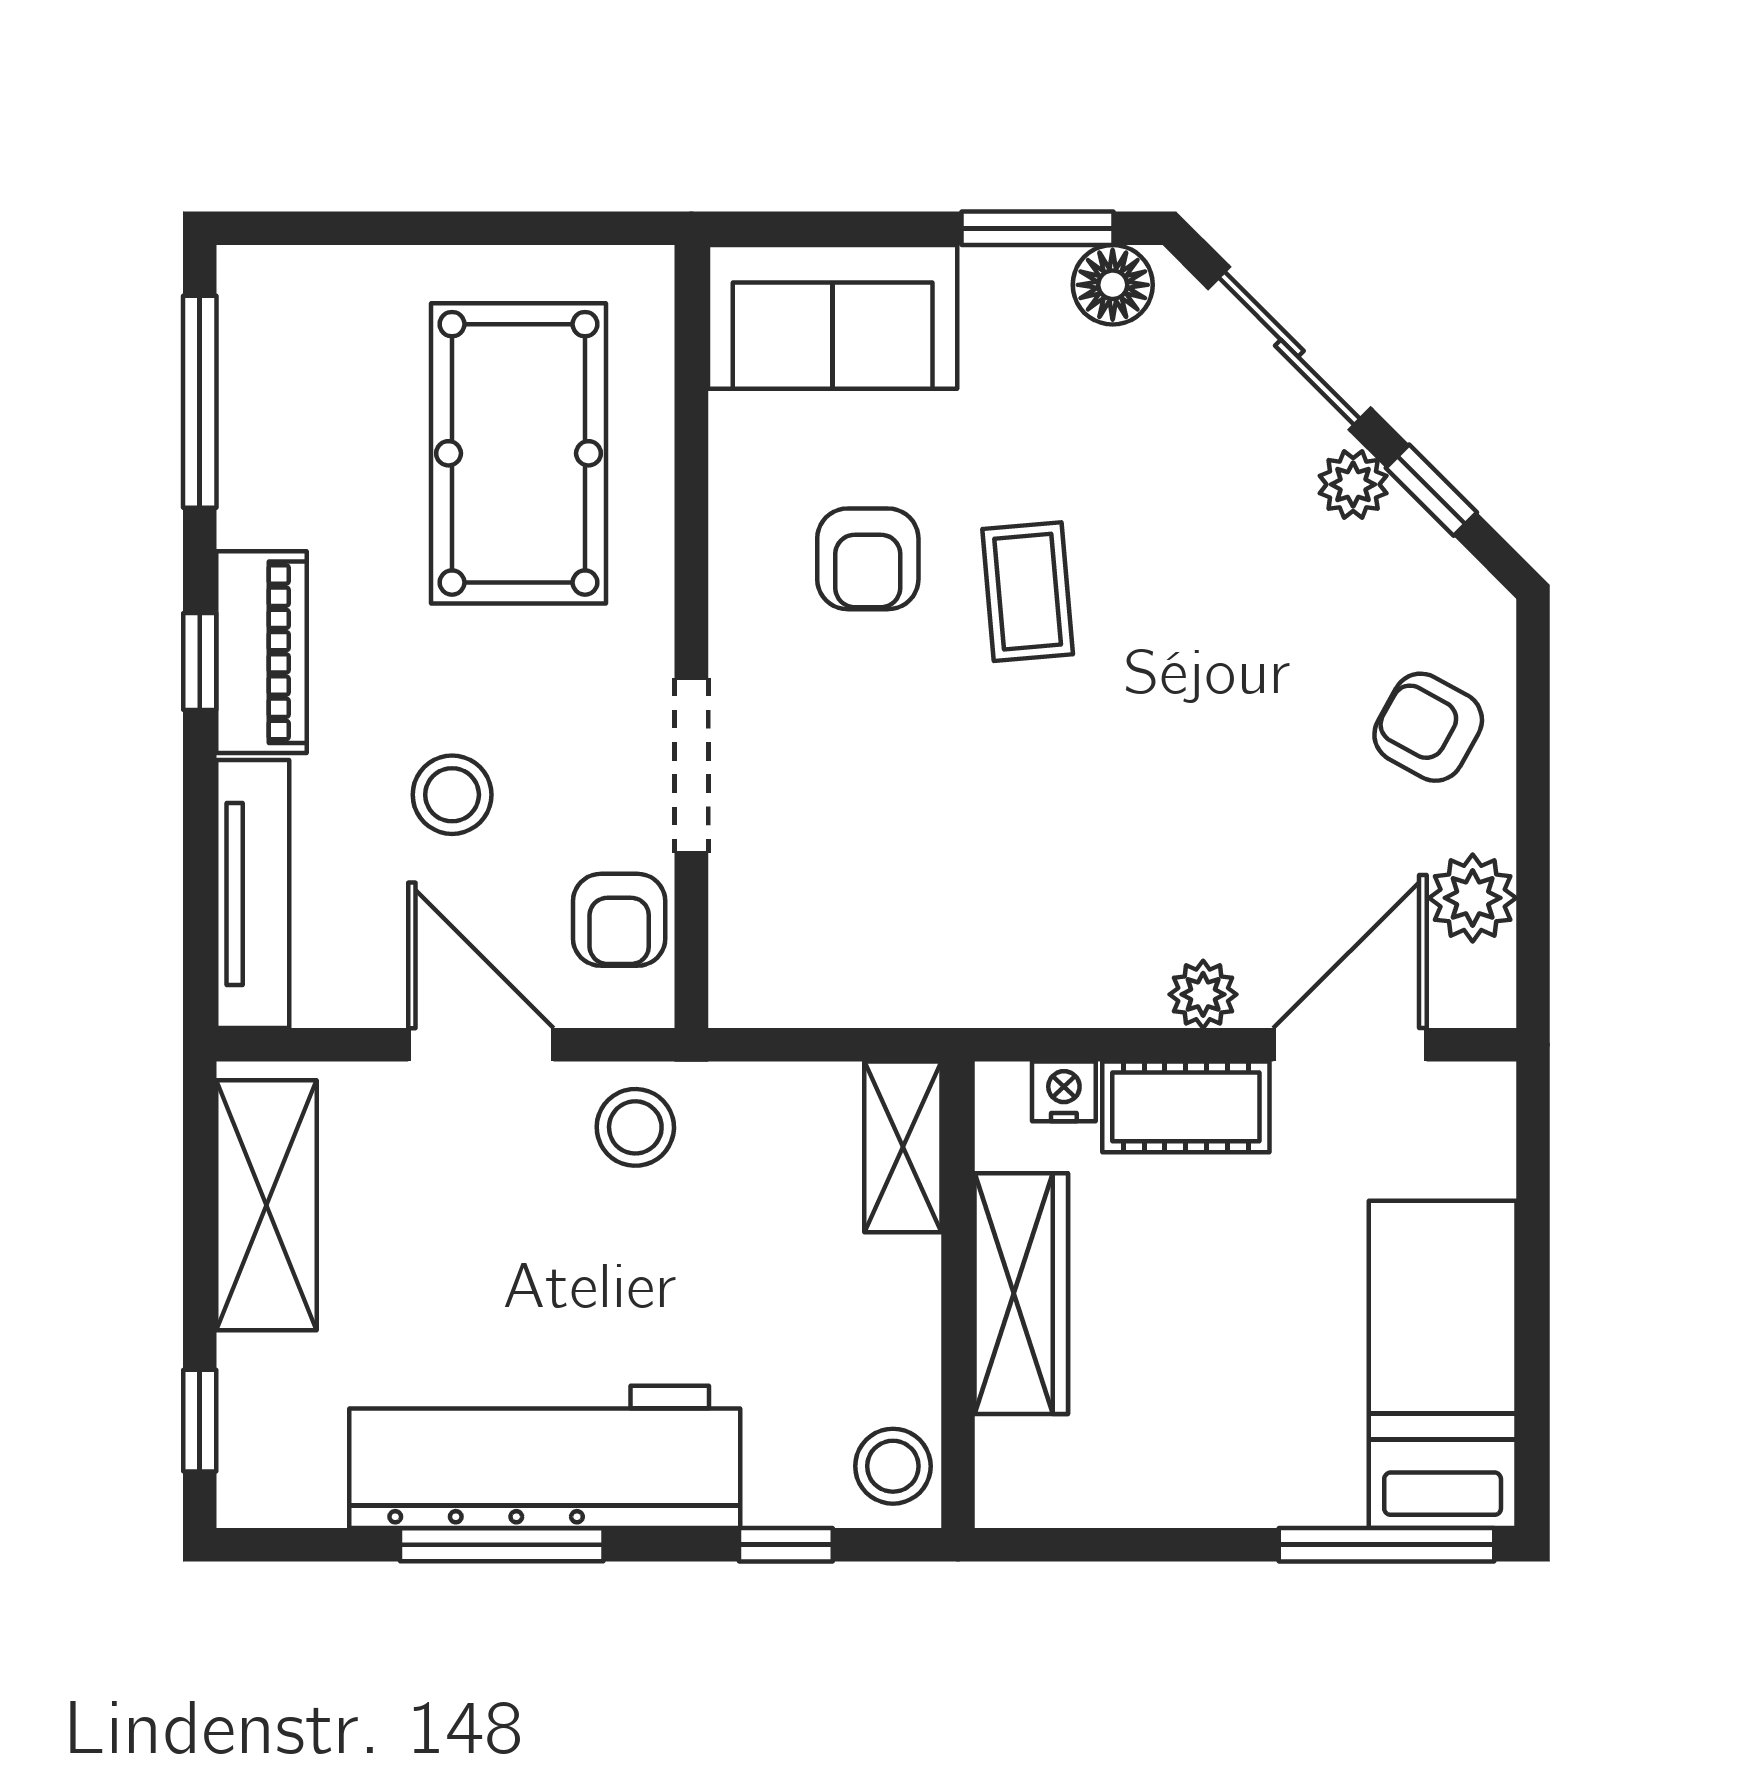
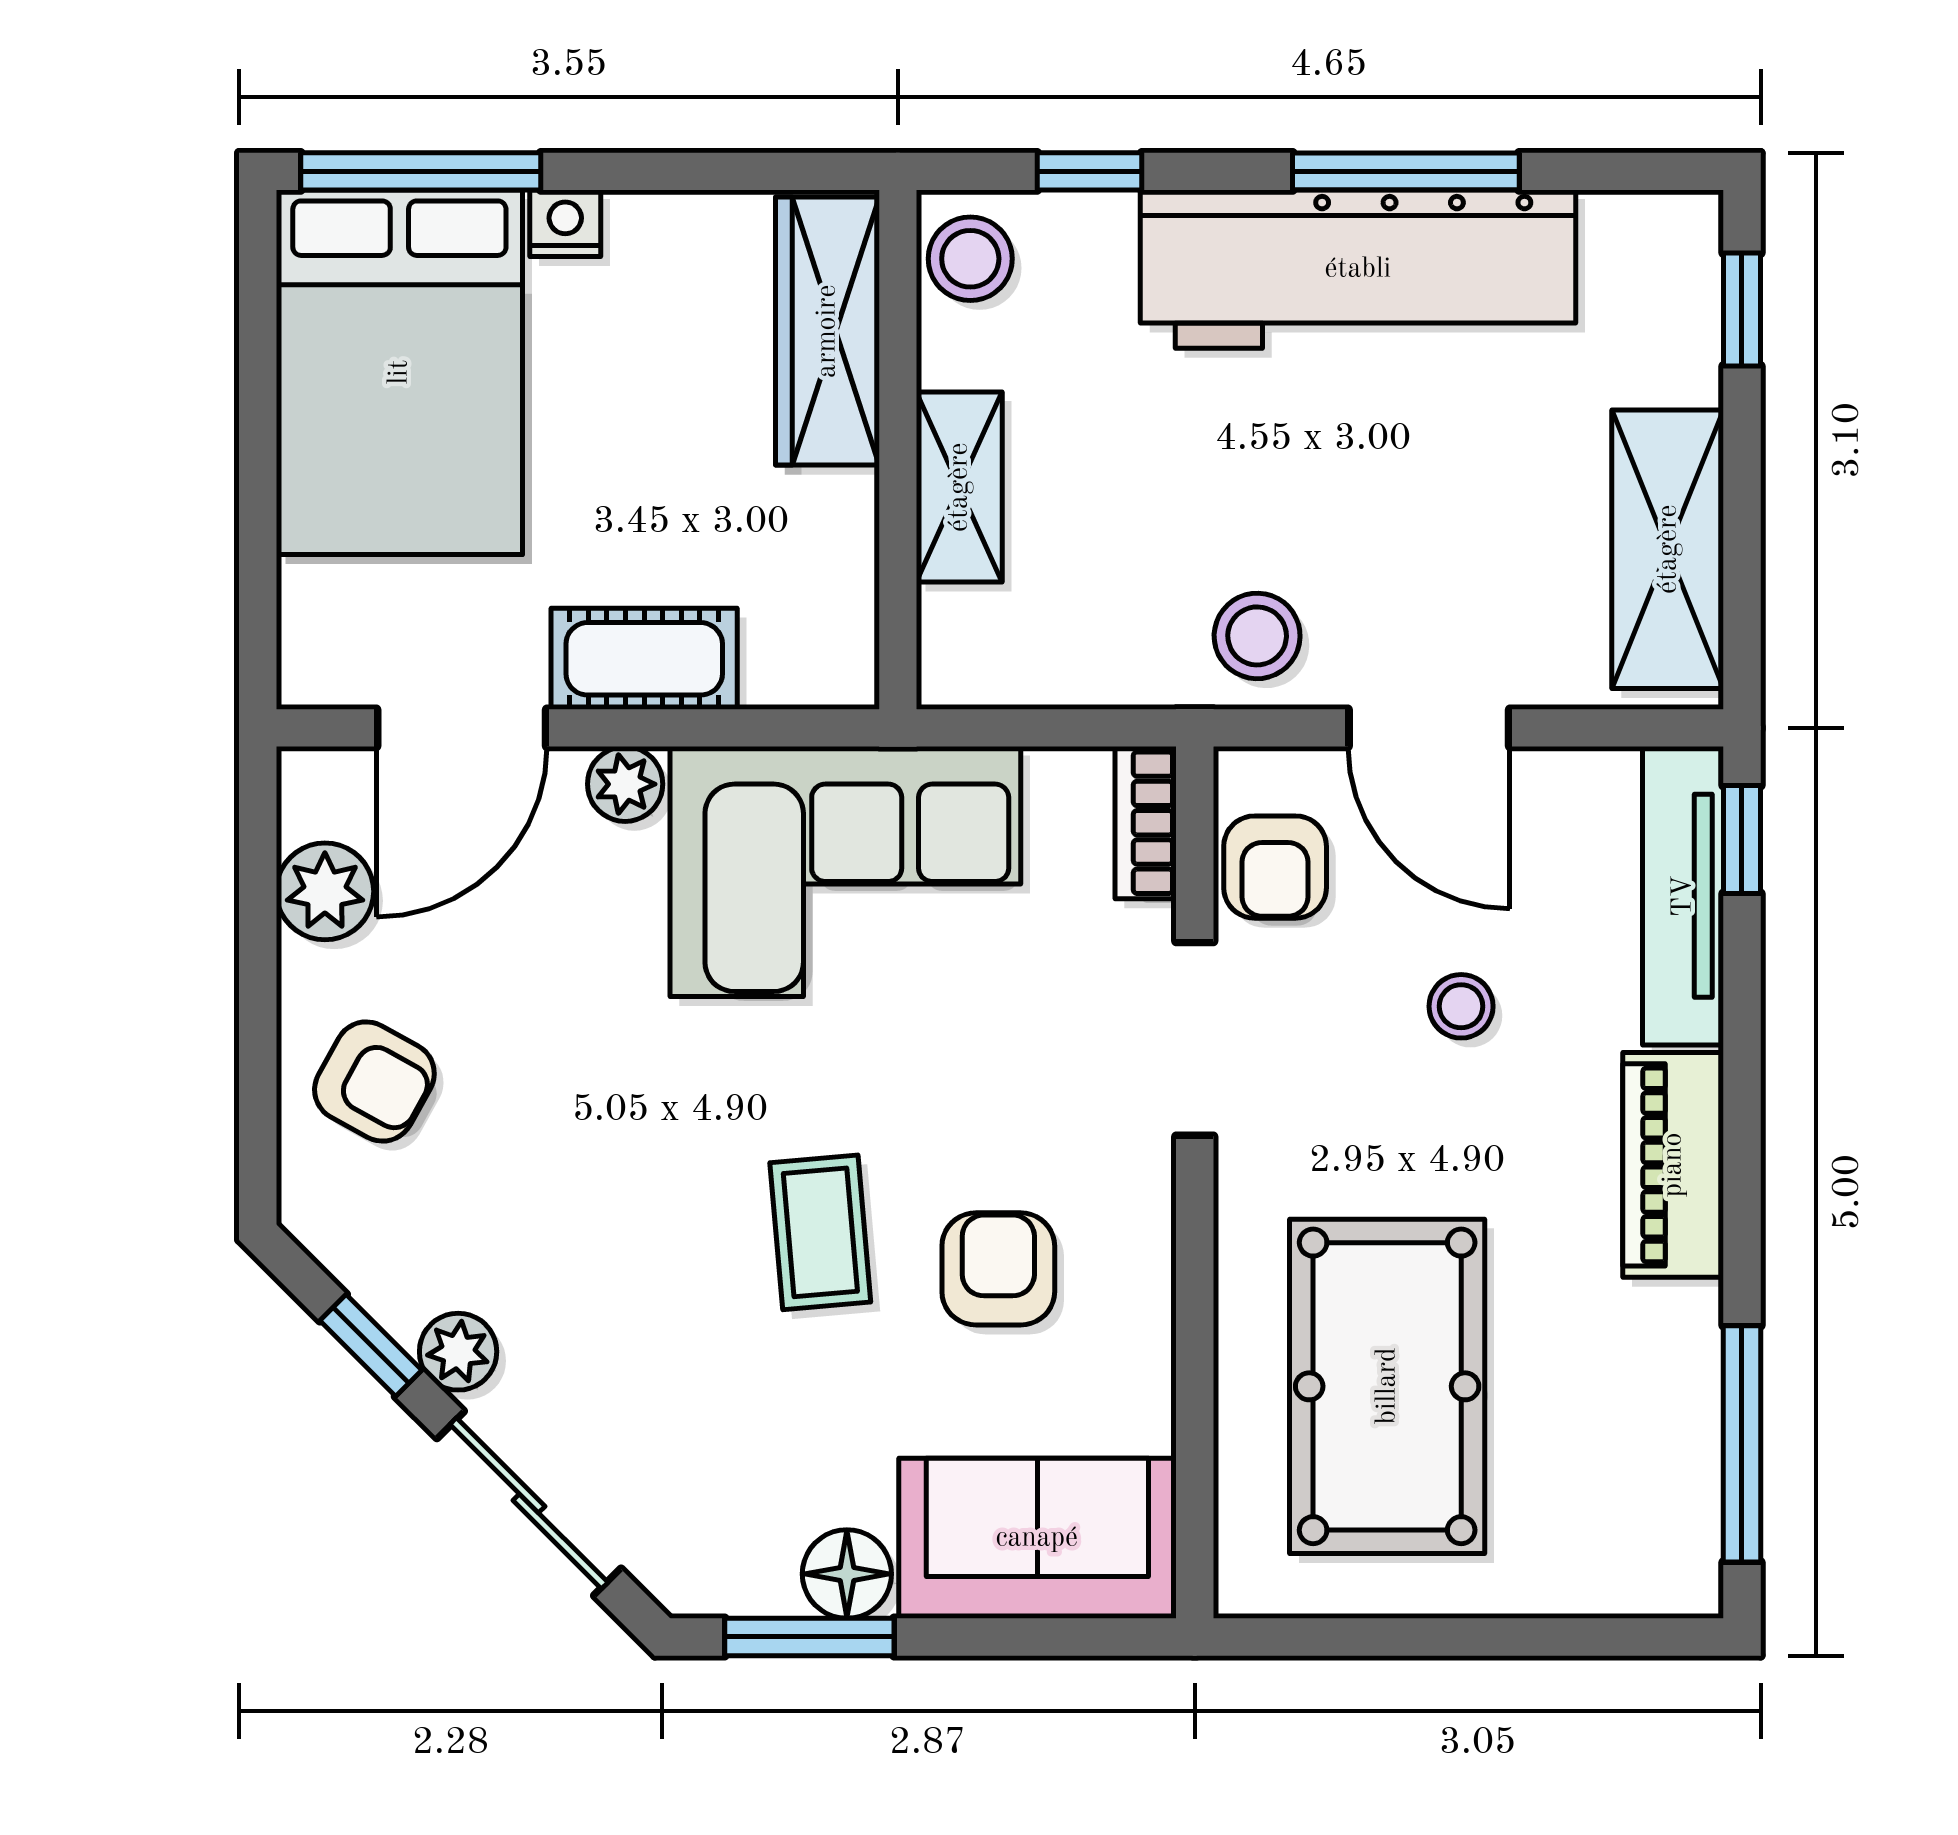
floor lamp: (1113, 285) -> (847, 1574), moved
window: (200, 662) -> (1742, 840), moved
stool: (452, 795) -> (1461, 1006), width x0.73, depth x0.73
corner sofa: (1005, 916) -> (845, 872), added
armchair: (619, 920) -> (1275, 867), turned 180
bookcase: (735, 960) -> (1146, 823), added
nightstand: (1064, 1091) -> (565, 223), moved, turned 180
shelving: (903, 1147) -> (959, 487), moved
wardrobe: (1021, 1294) -> (827, 331), moved
bed: (1443, 1364) -> (399, 372), width x1.50

